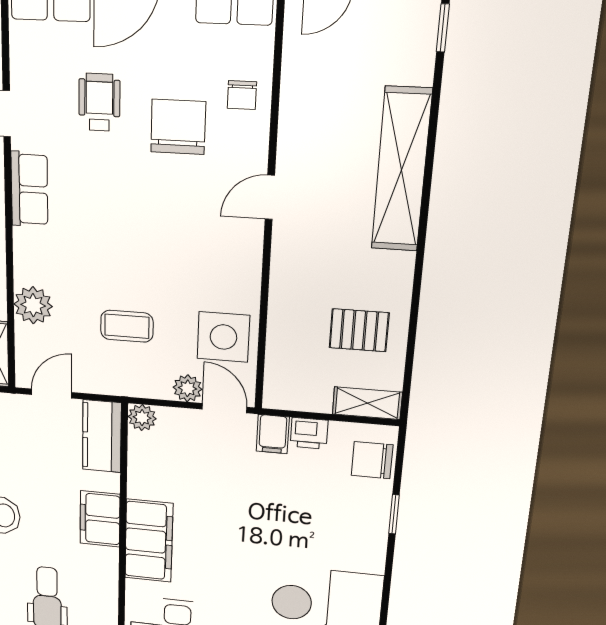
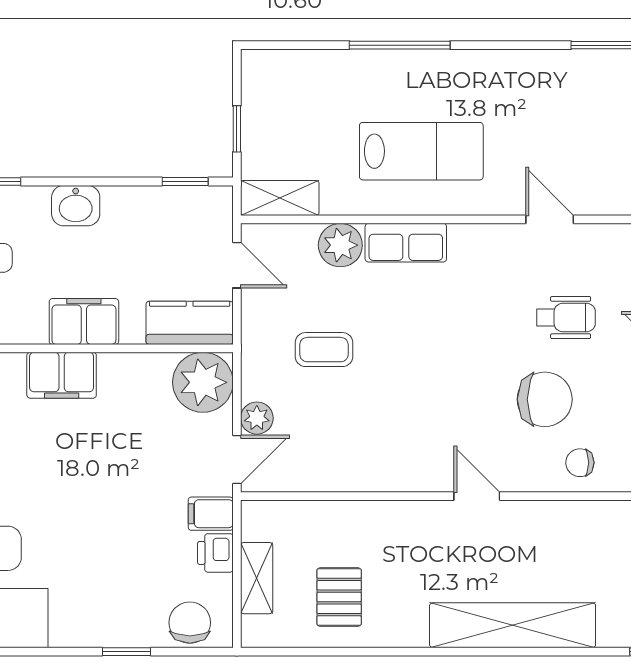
row of seats: (29, 189) -> (406, 243), moved
coffee table: (127, 326) -> (324, 350), turned 90
side table: (223, 337) -> (320, 455), removed
shelving: (367, 403) -> (257, 578), moved
plant: (142, 418) -> (203, 382), width x1.88, depth x1.88
filing cabinet: (149, 541) -> (62, 375), width x0.67, depth x0.86

